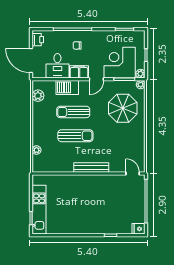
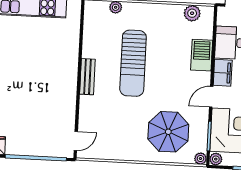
door: (96, 79) -> (211, 97), hinge flipped
sun lounger: (73, 112) -> (167, 62), removed
sun lounger: (75, 136) -> (133, 63), width x1.36, depth x1.34
bench: (91, 168) -> (87, 77), width x0.73

